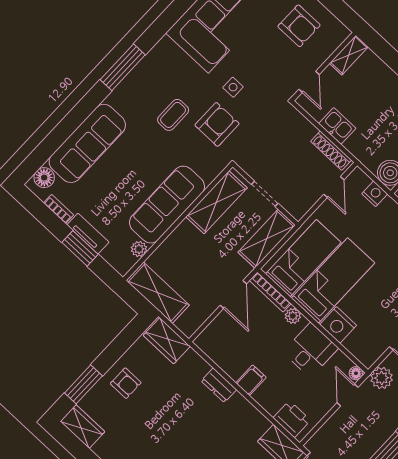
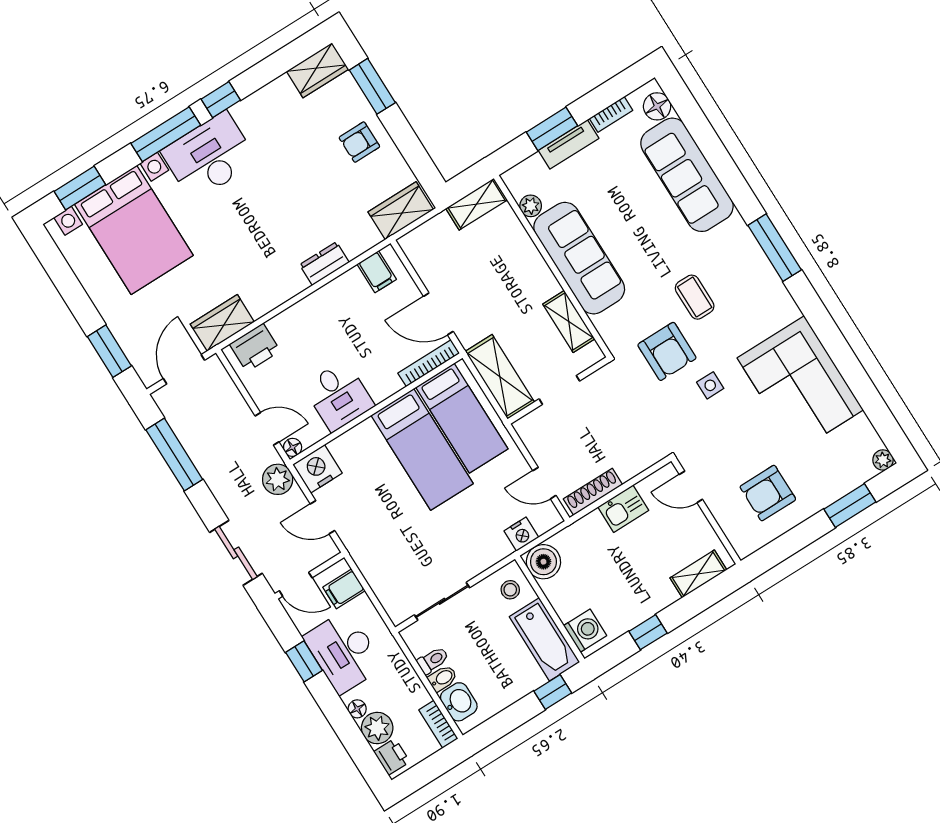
shelving: (349, 55) -> (698, 574), moved, turned 90
shelving: (216, 202) -> (569, 321), width x0.67, depth x0.75
shelving: (158, 293) -> (477, 204), width x0.67, depth x0.75
plant: (293, 316) -> (390, 384), removed
nightstand: (338, 325) -> (317, 469), moved
filing cabinet: (251, 380) -> (377, 272), moved

